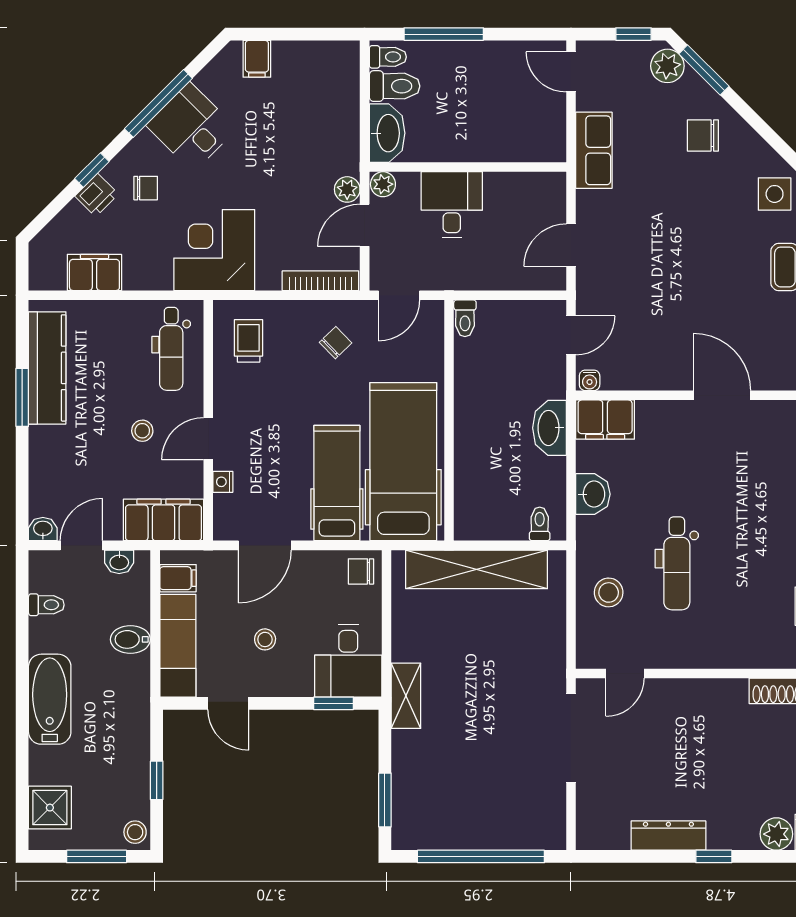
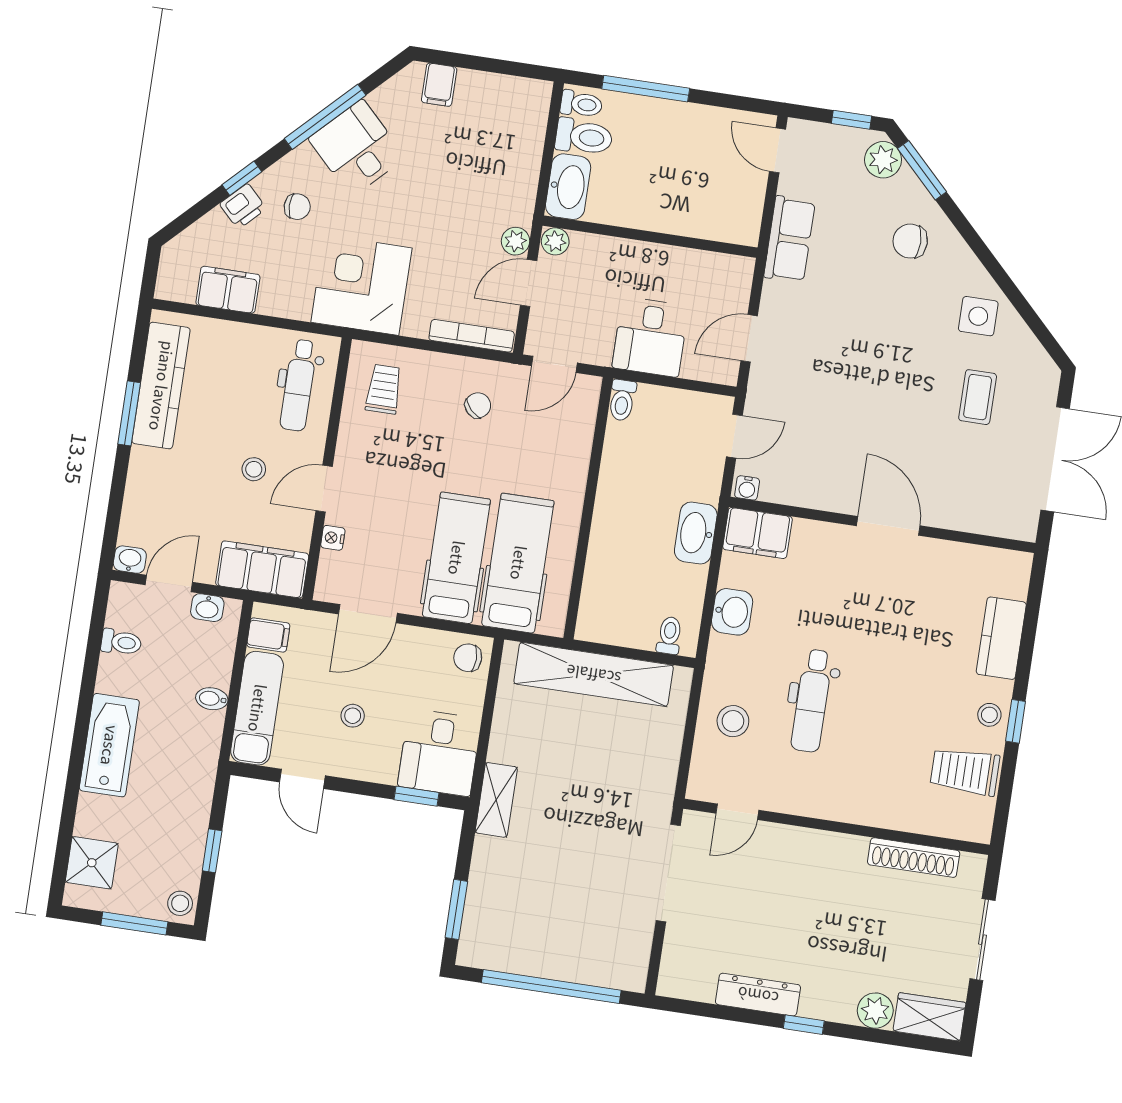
desk: (452, 205) -> (650, 337), moved, turned 180
hospital bed: (403, 462) -> (518, 563), width x0.73, depth x0.78
bidet: (130, 639) -> (212, 699), width x0.72, depth x0.74

